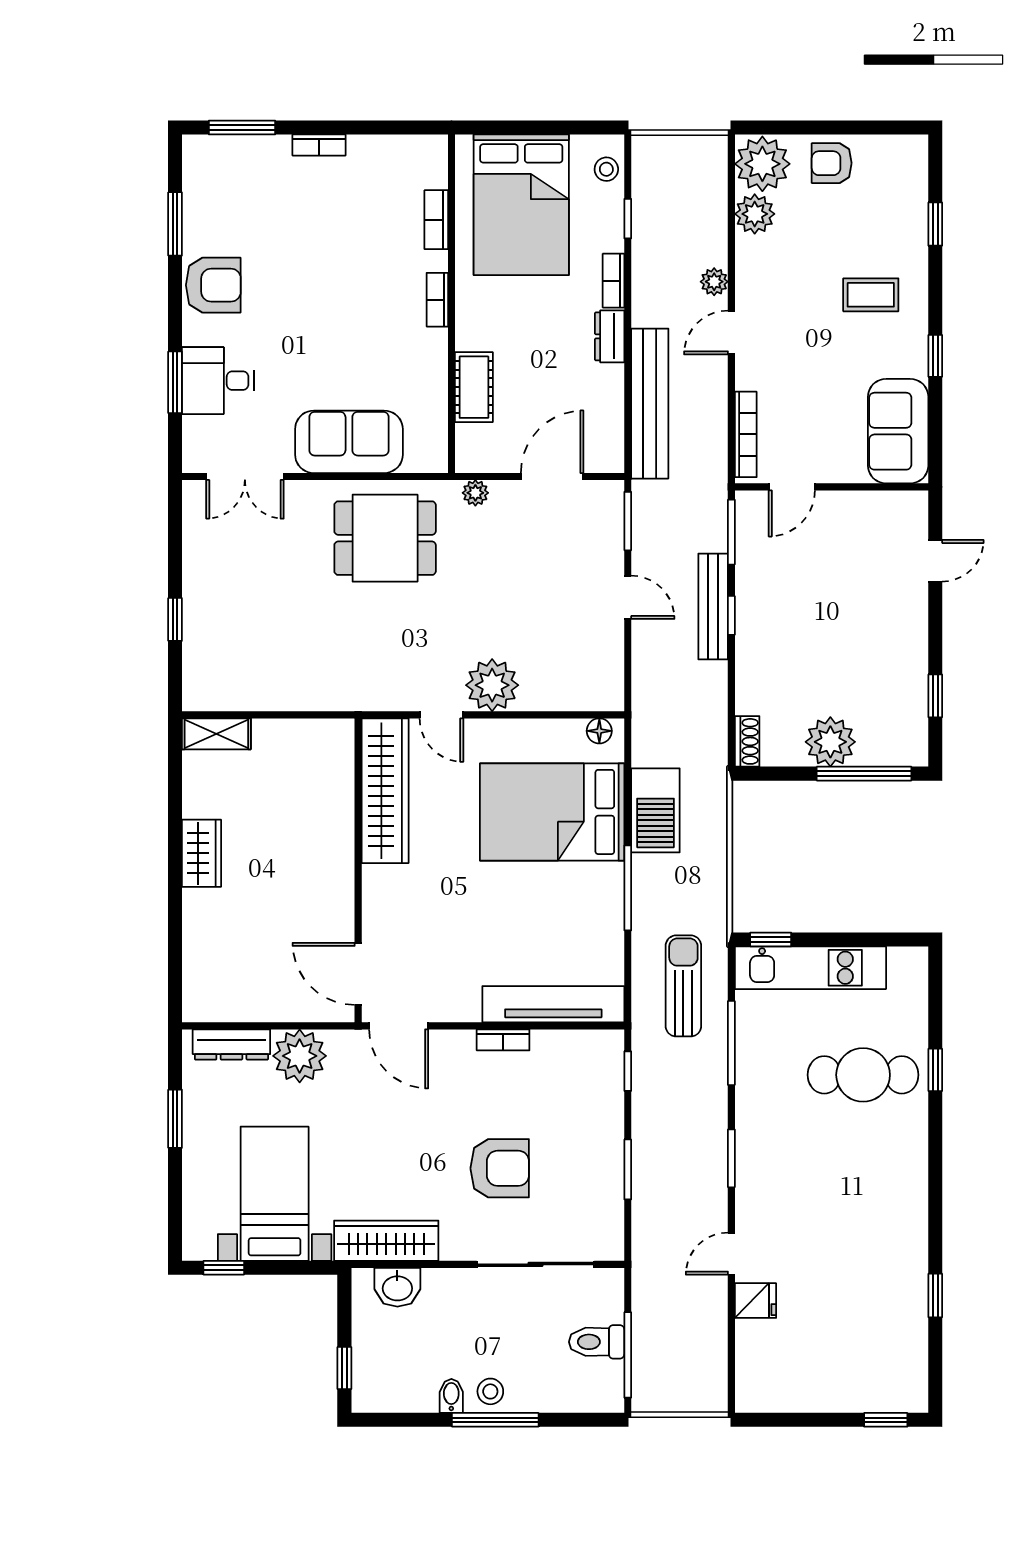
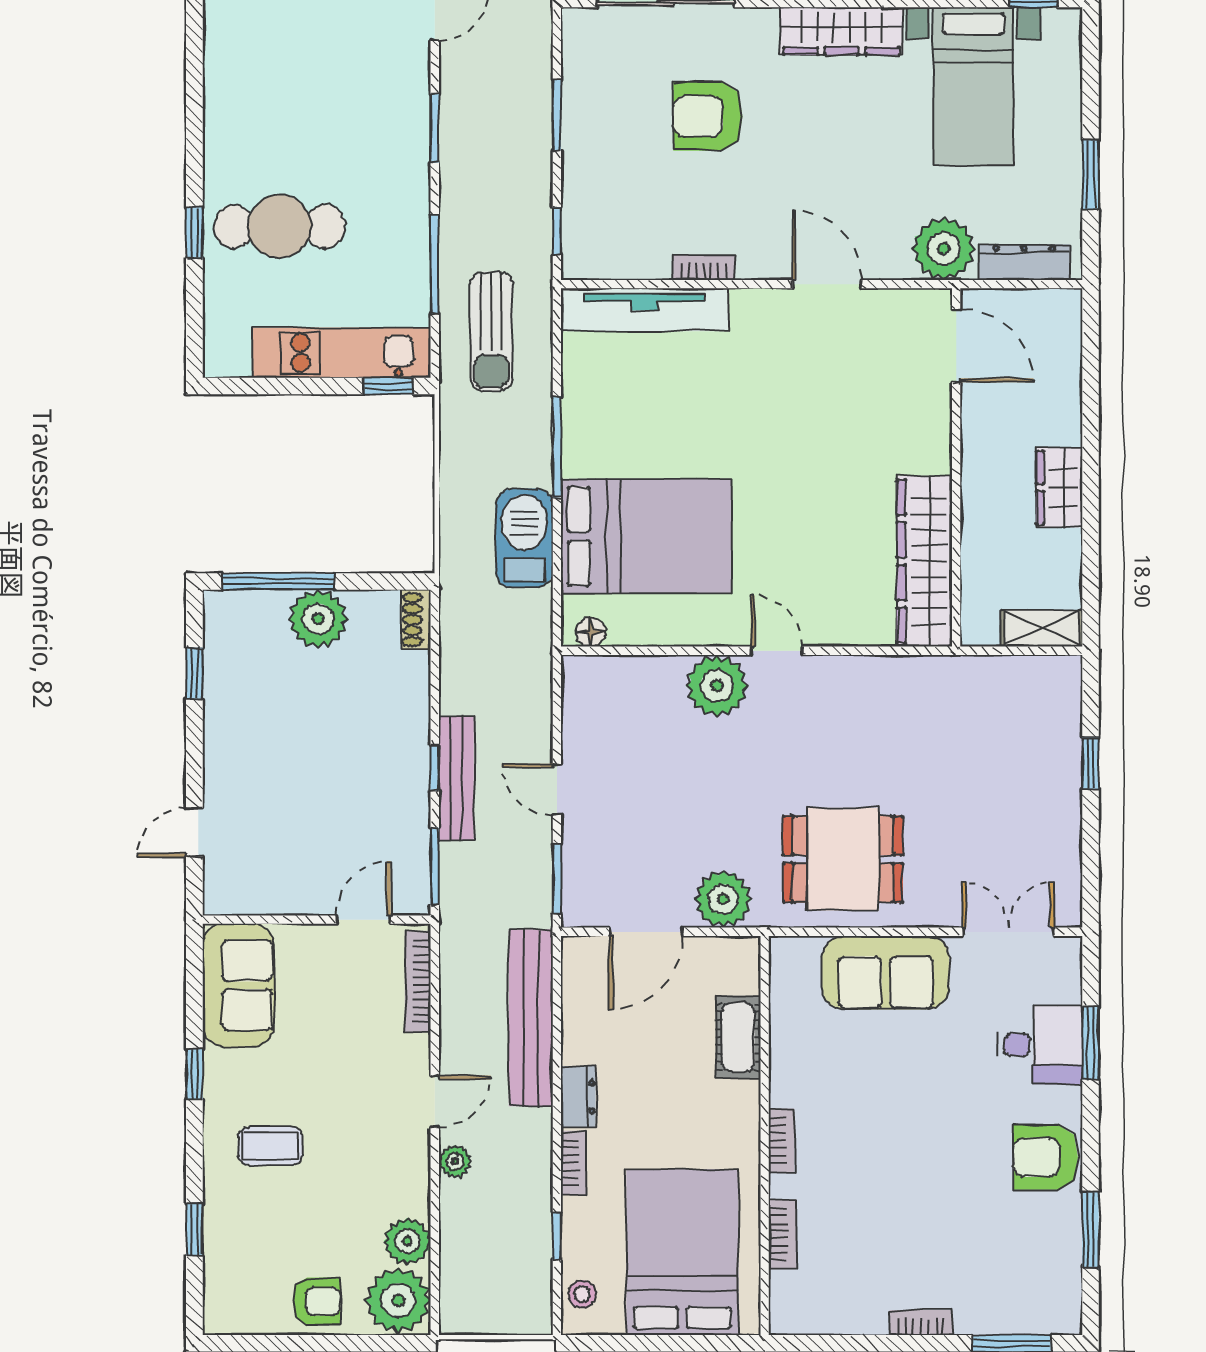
plant: (475, 493) -> (723, 899), width x1.88, depth x1.88
wardrobe: (385, 791) -> (924, 561), moved
wall: (358, 870) -> (956, 467), moved
door: (358, 974) -> (956, 345), moved

